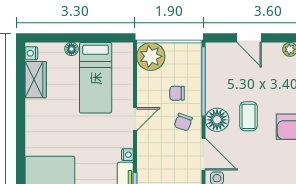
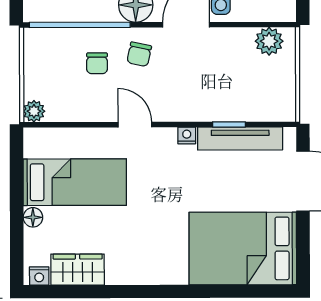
plant: (151, 56) -> (34, 111), width x0.53, depth x0.53
chair: (183, 122) -> (139, 54), turned 83

